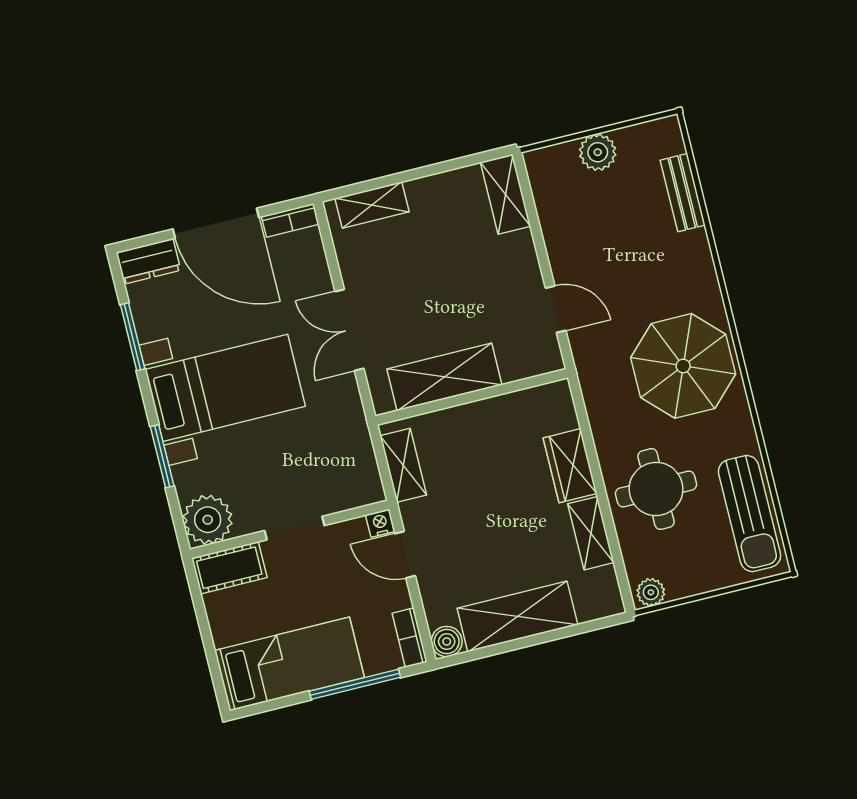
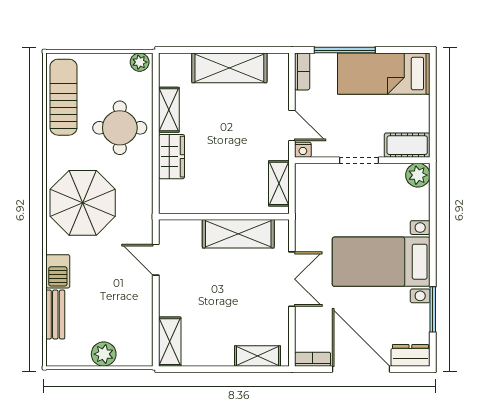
barbecue: (695, 257) -> (58, 271), added
window: (162, 456) -> (433, 228), removed
plant: (208, 520) -> (418, 175), width x0.73, depth x0.73
boiler: (447, 642) -> (279, 63), removed

